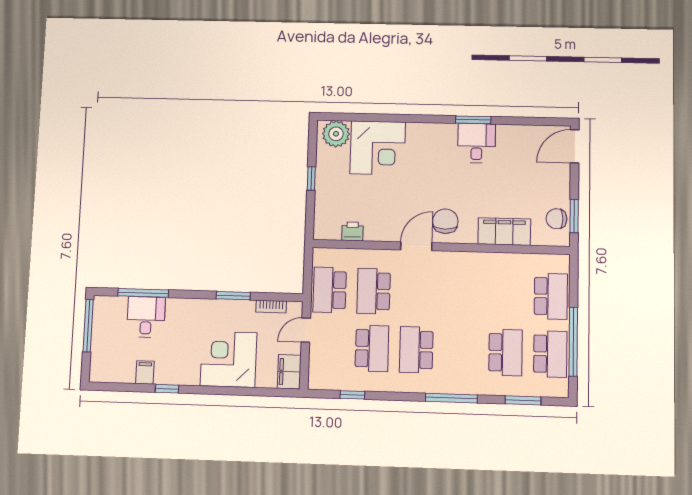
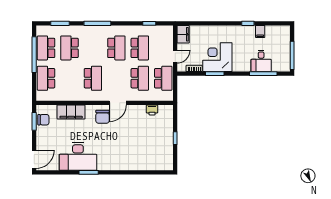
plant: (336, 134) -> (163, 163), removed
desk: (477, 143) -> (78, 156), width x1.87, depth x1.30
corner desk: (378, 148) -> (140, 156), removed
school desk: (462, 294) -> (93, 78), added
school desk: (372, 348) -> (140, 48), turned 180
corner desk: (228, 359) -> (217, 57), moved, turned 180

